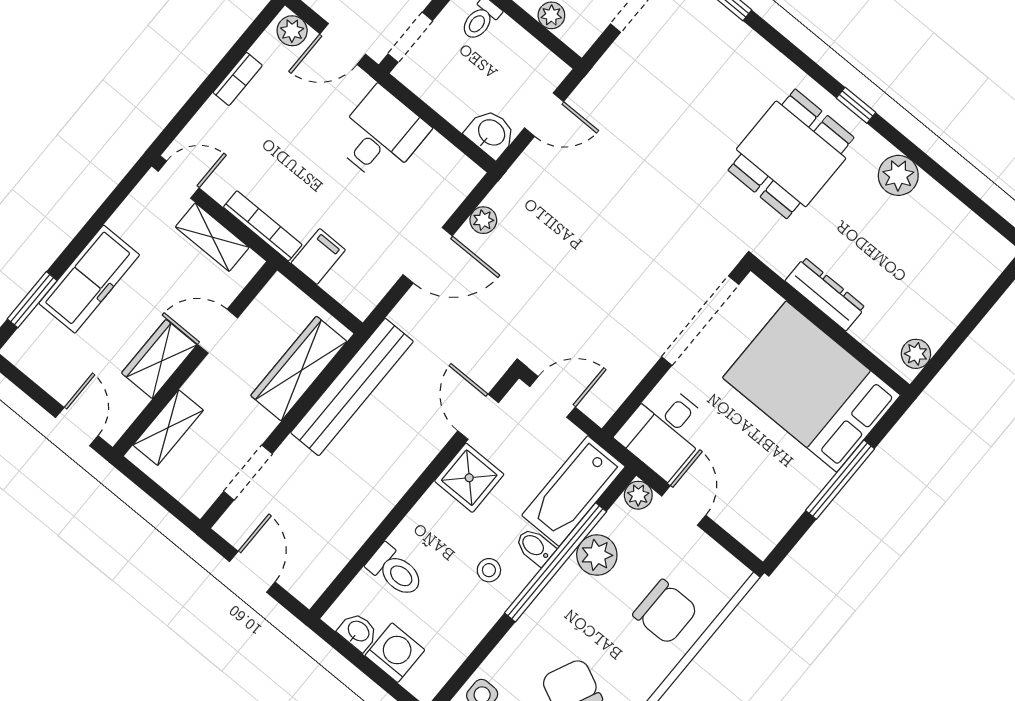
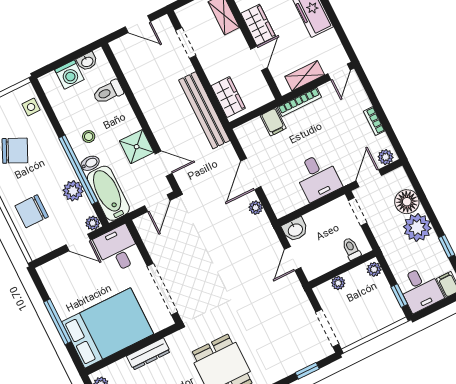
wardrobe: (299, 369) -> (228, 97), width x0.67

